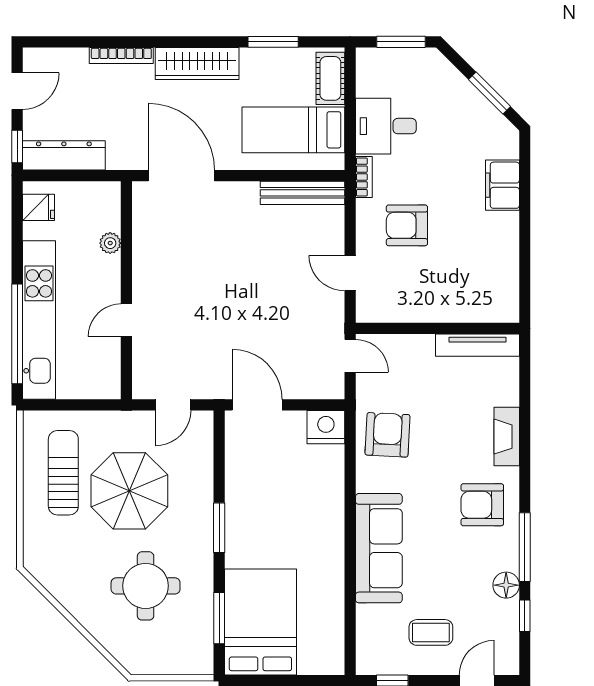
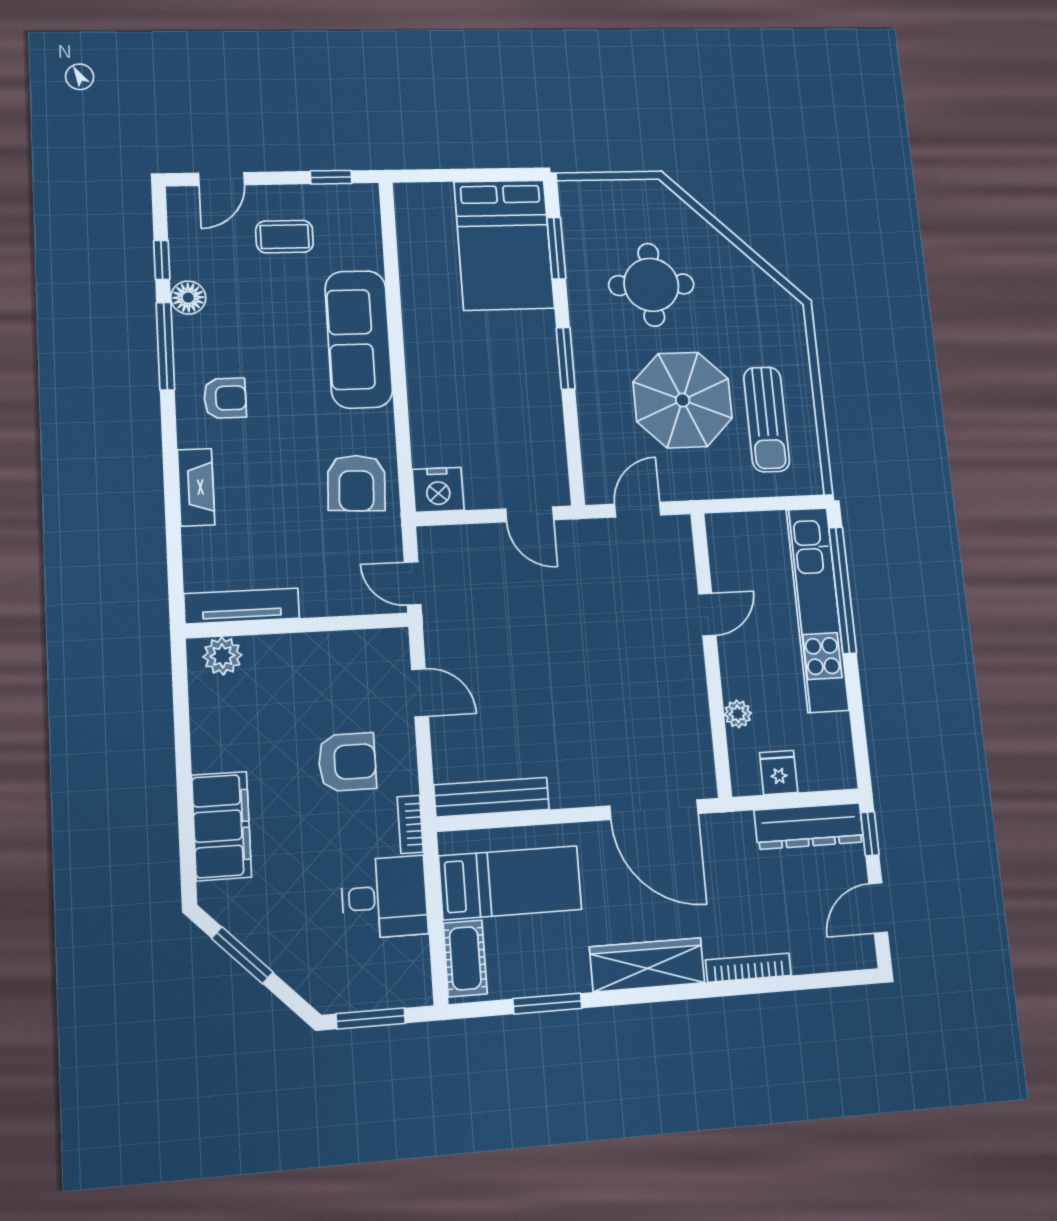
filing cabinet: (502, 185) -> (222, 826), width x1.50, depth x1.17
fridge: (38, 207) -> (779, 773), moved, turned 90
plant: (493, 309) -> (222, 656), added
door: (257, 405) -> (530, 514), width x0.73
armchair: (482, 505) -> (225, 398), width x0.72, depth x0.72

